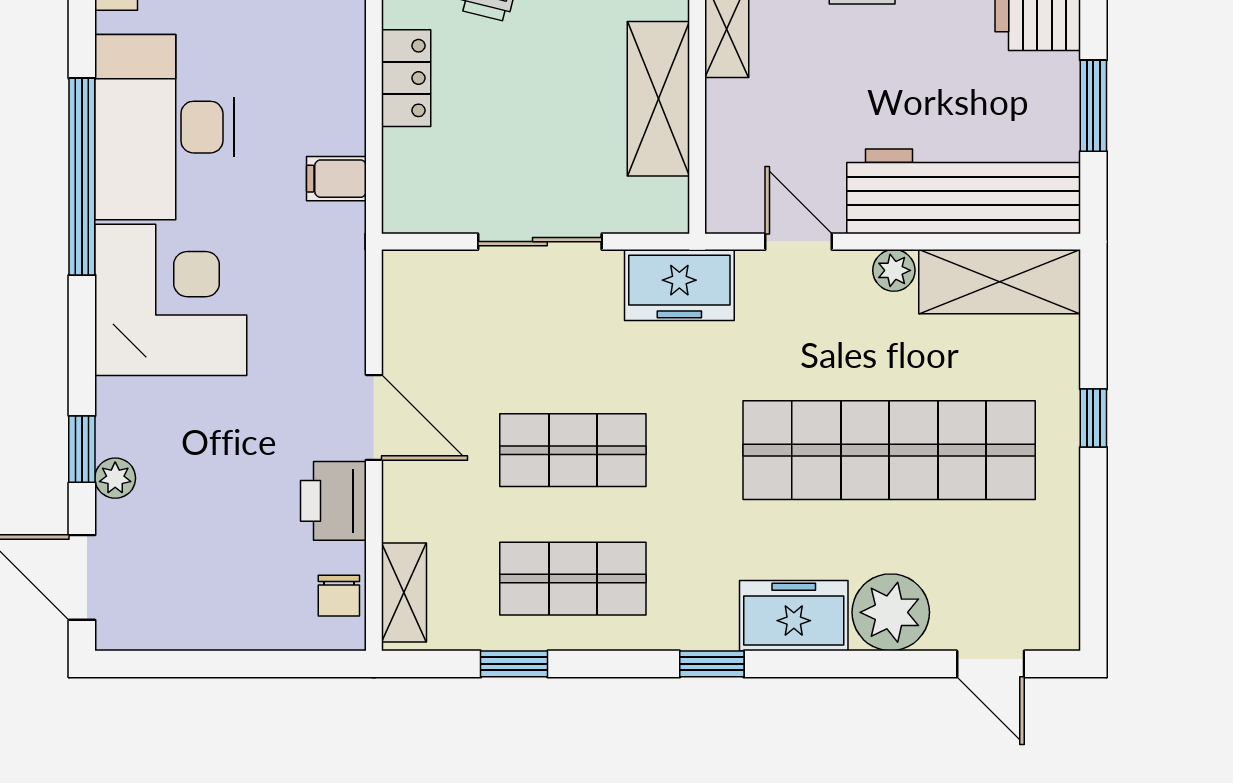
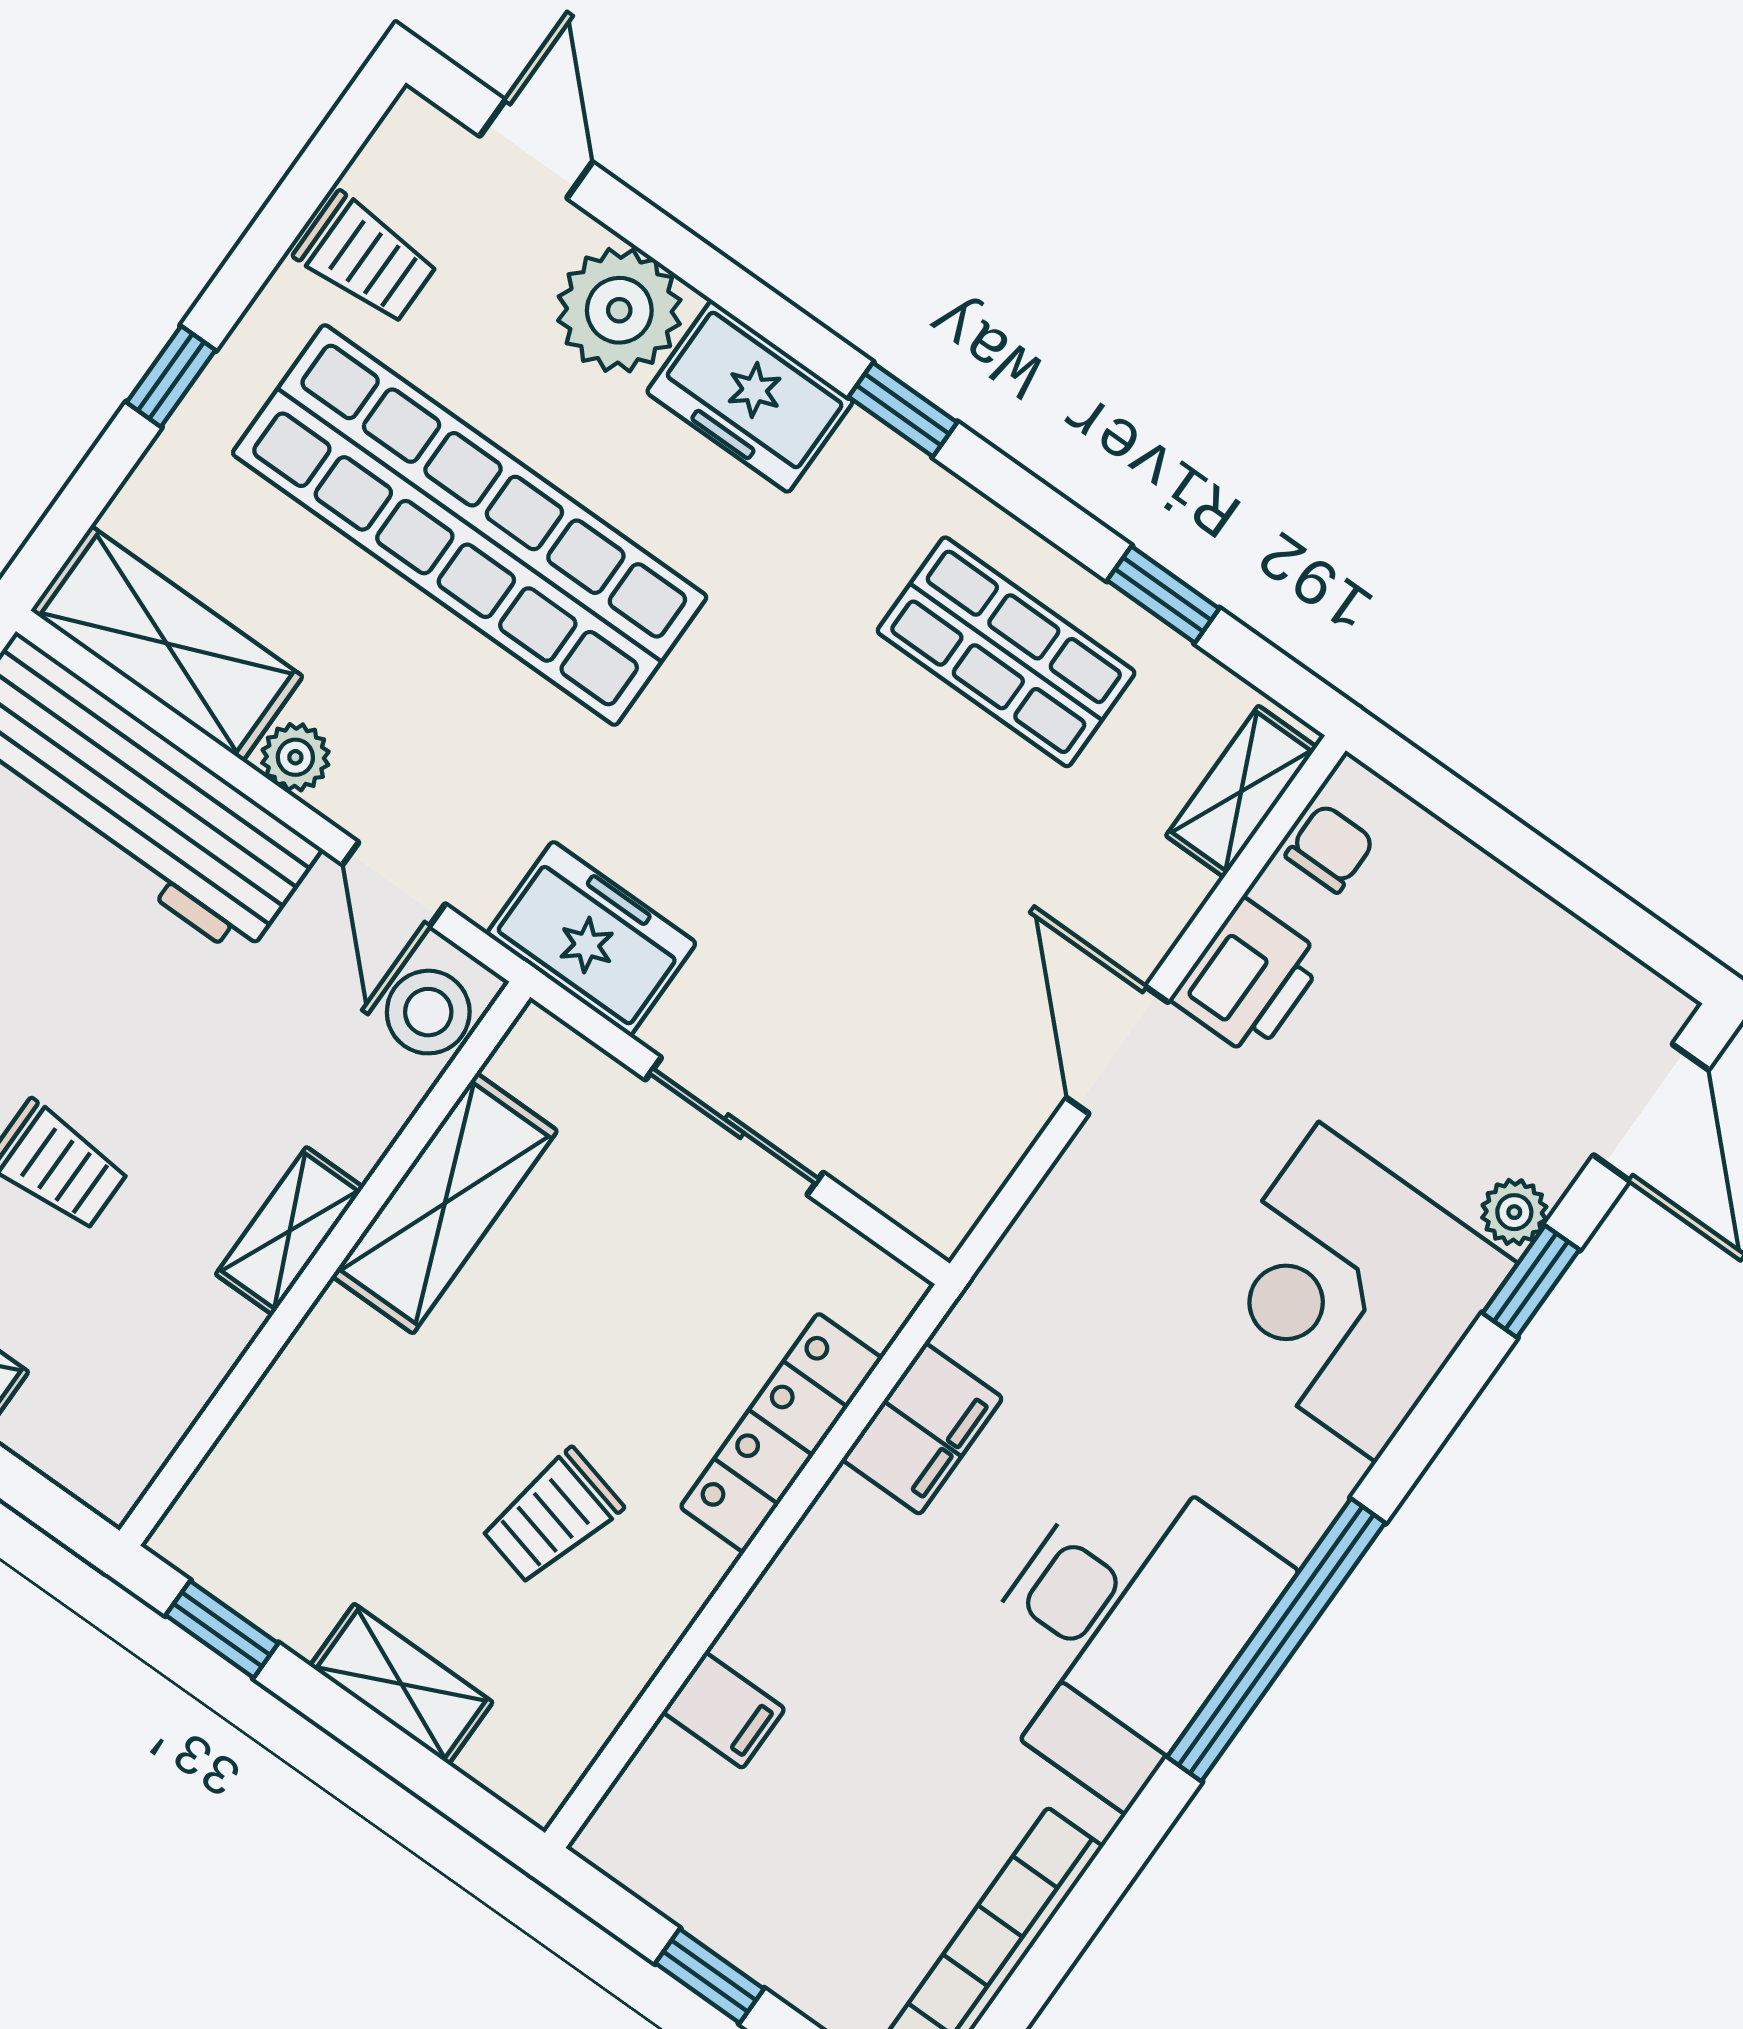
locker: (406, 78) -> (781, 1433), width x1.53
filing cabinet: (336, 179) -> (922, 1429), width x2.00
stool: (735, 189) -> (428, 1012), added
corner desk: (171, 300) -> (1348, 1292), moved
shop shelf: (573, 450) -> (886, 821), removed
trolley: (1037, 548) -> (366, 258), added

